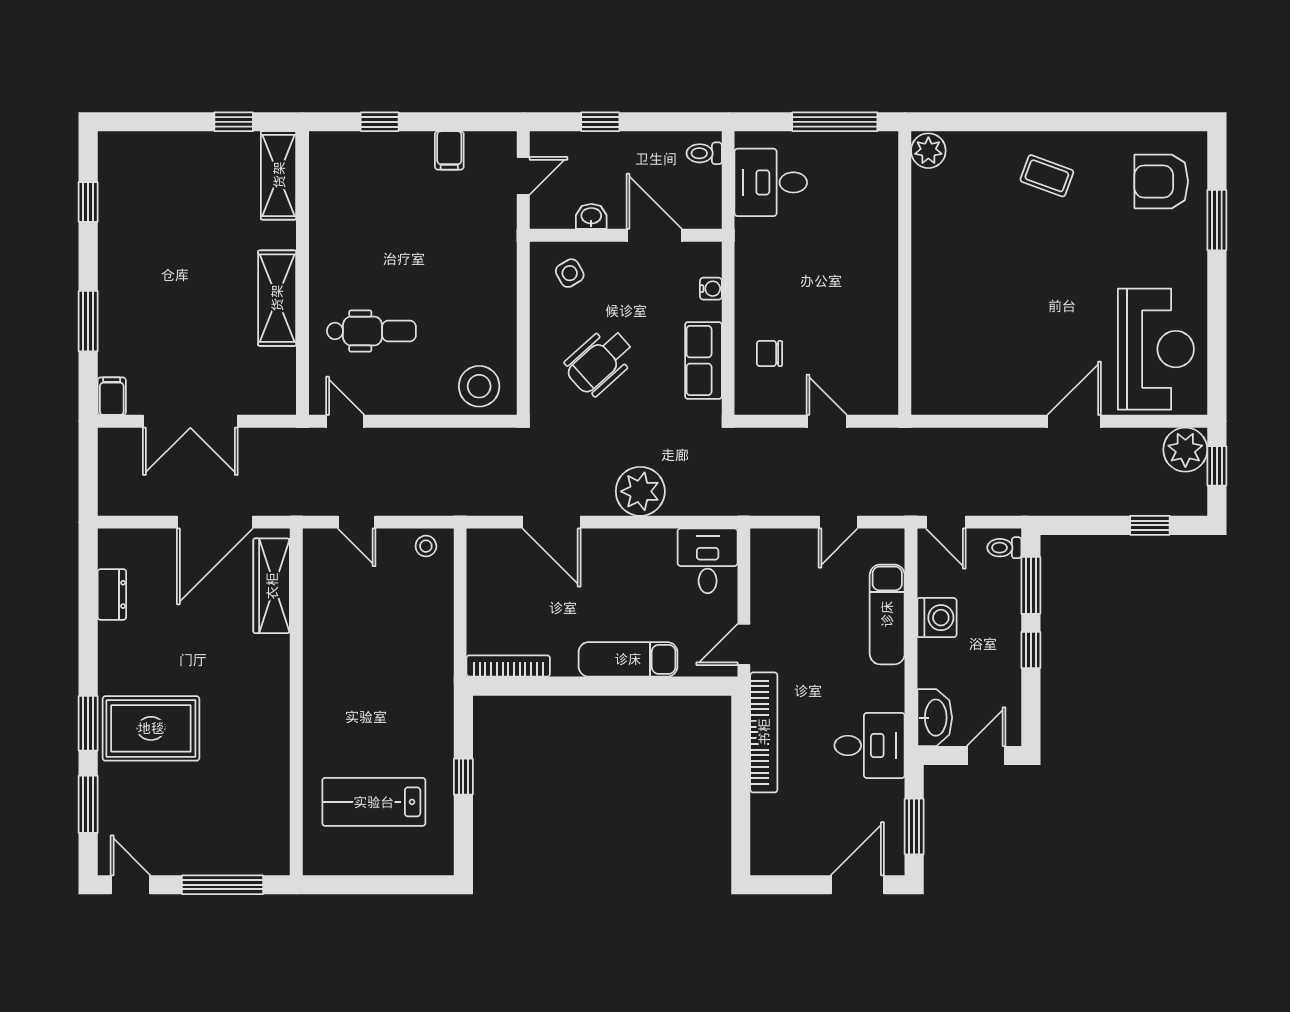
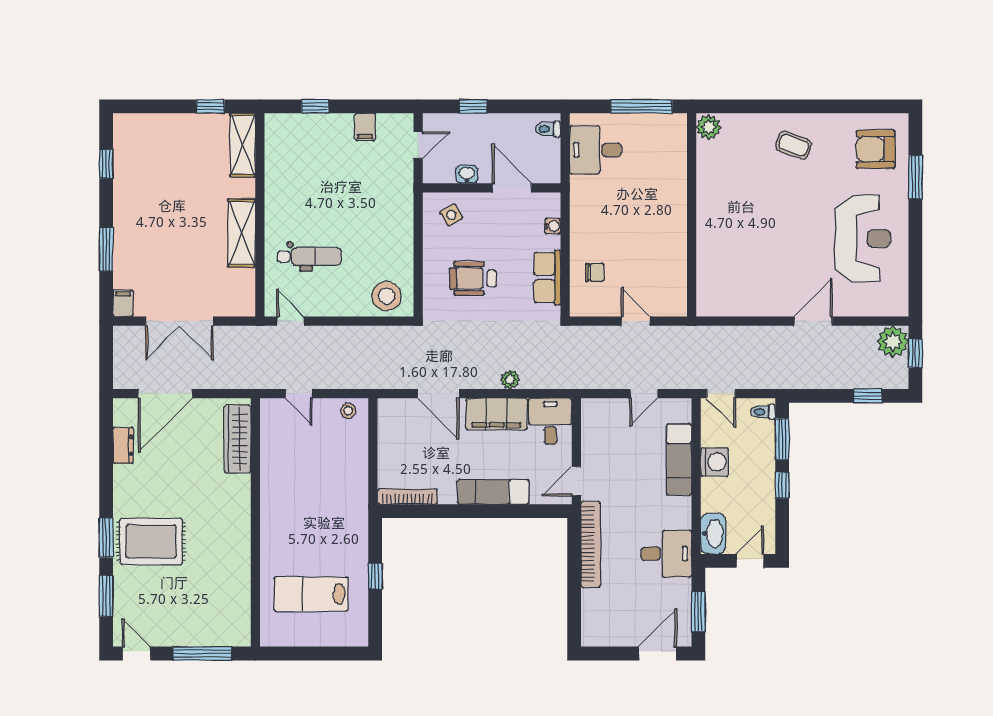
reception desk: (1156, 349) -> (863, 239), moved
chair: (770, 353) -> (595, 273), turned 180
wheelchair: (600, 362) -> (473, 278), turned 42
plant: (640, 491) -> (510, 380), width x0.53, depth x0.53
door: (215, 522) -> (165, 394), moved
filing cabinet: (632, 551) -> (496, 414), added

